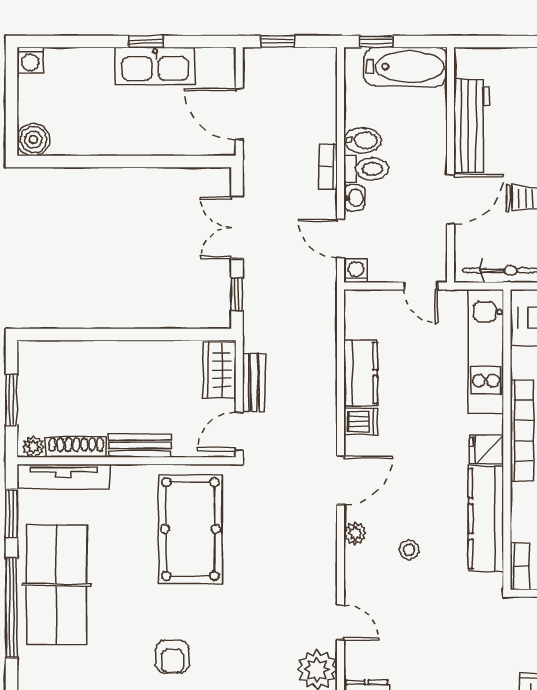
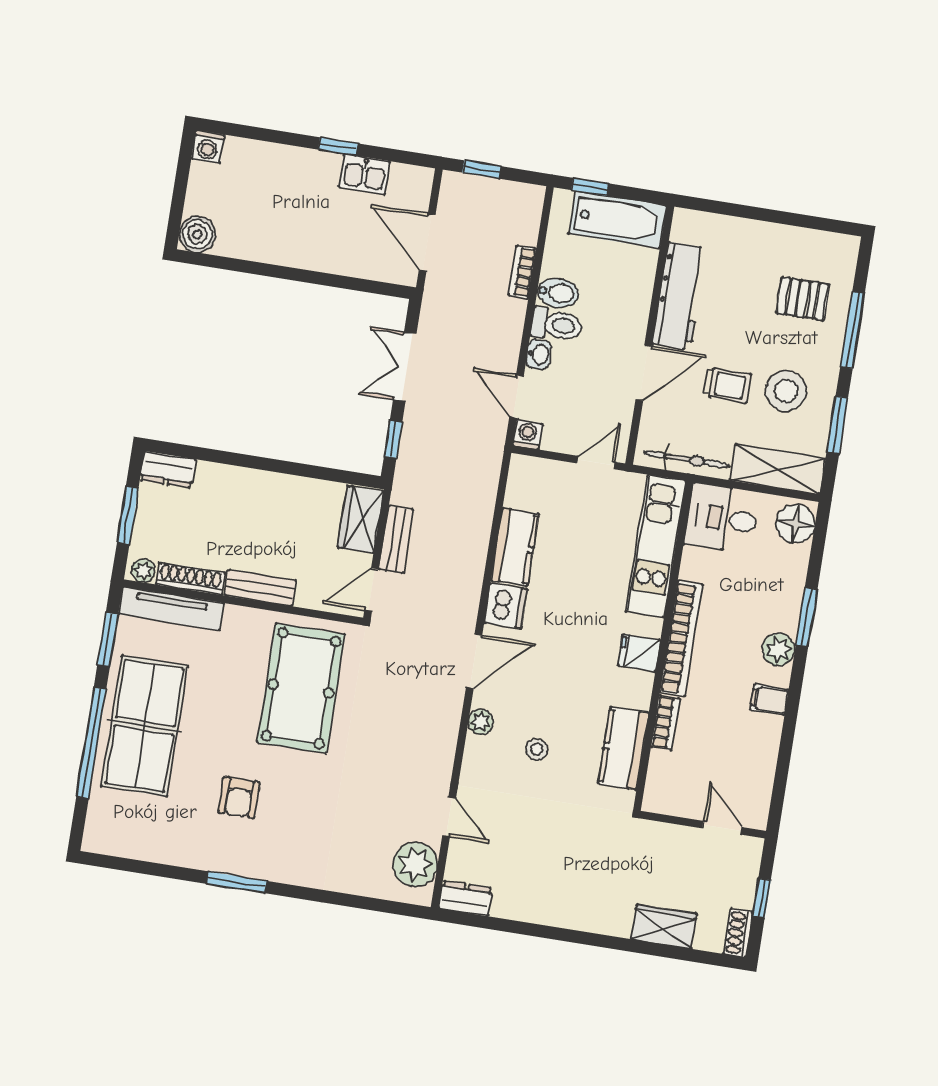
kitchen sink: (155, 66) -> (364, 174), width x0.53, depth x0.81
bookcase: (328, 166) -> (522, 272), moved
door: (421, 286) -> (596, 463), swing flipped
dresser: (41, 353) -> (168, 470), added
dishwasher: (361, 422) -> (506, 606), width x1.38
kitchen counter: (486, 519) -> (623, 748), width x0.67
bookcase: (520, 566) -> (666, 722), moved
armchair: (172, 657) -> (239, 797), moved

